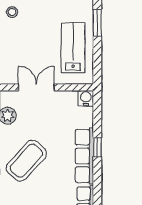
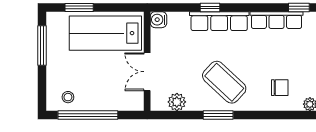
lab bench: (73, 48) -> (105, 33), width x1.36, depth x1.39

